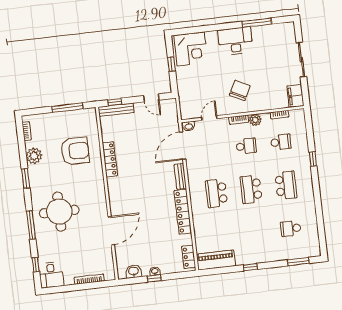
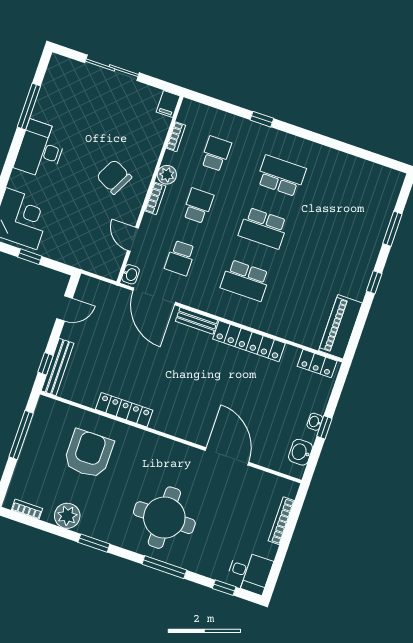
filing cabinet: (295, 96) -> (168, 104), width x0.50
school desk: (291, 228) -> (180, 258), moved
window: (298, 262) -> (392, 229), moved

